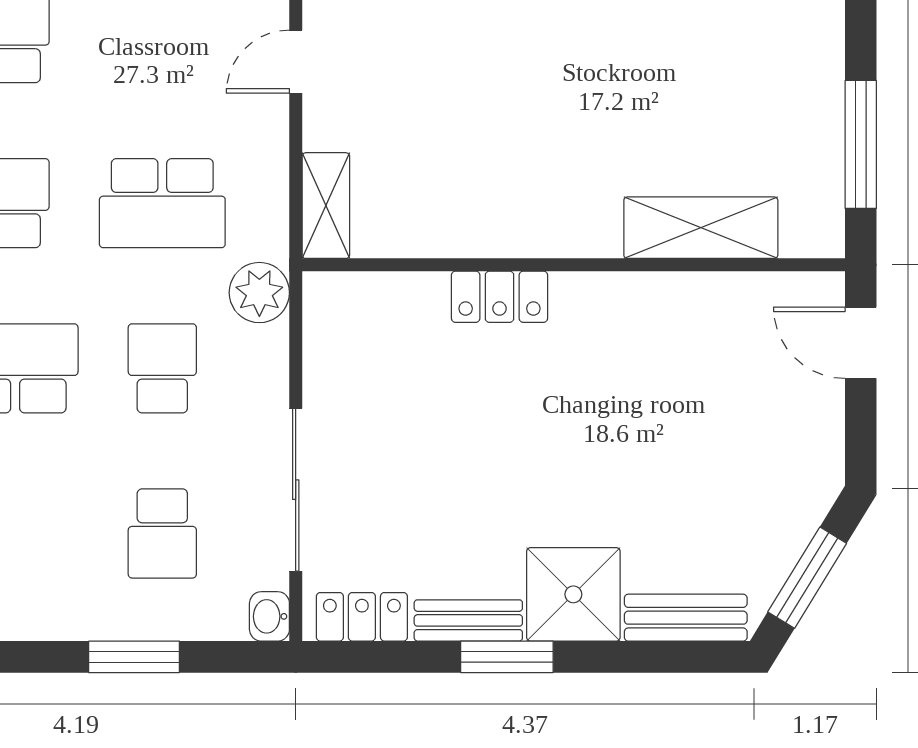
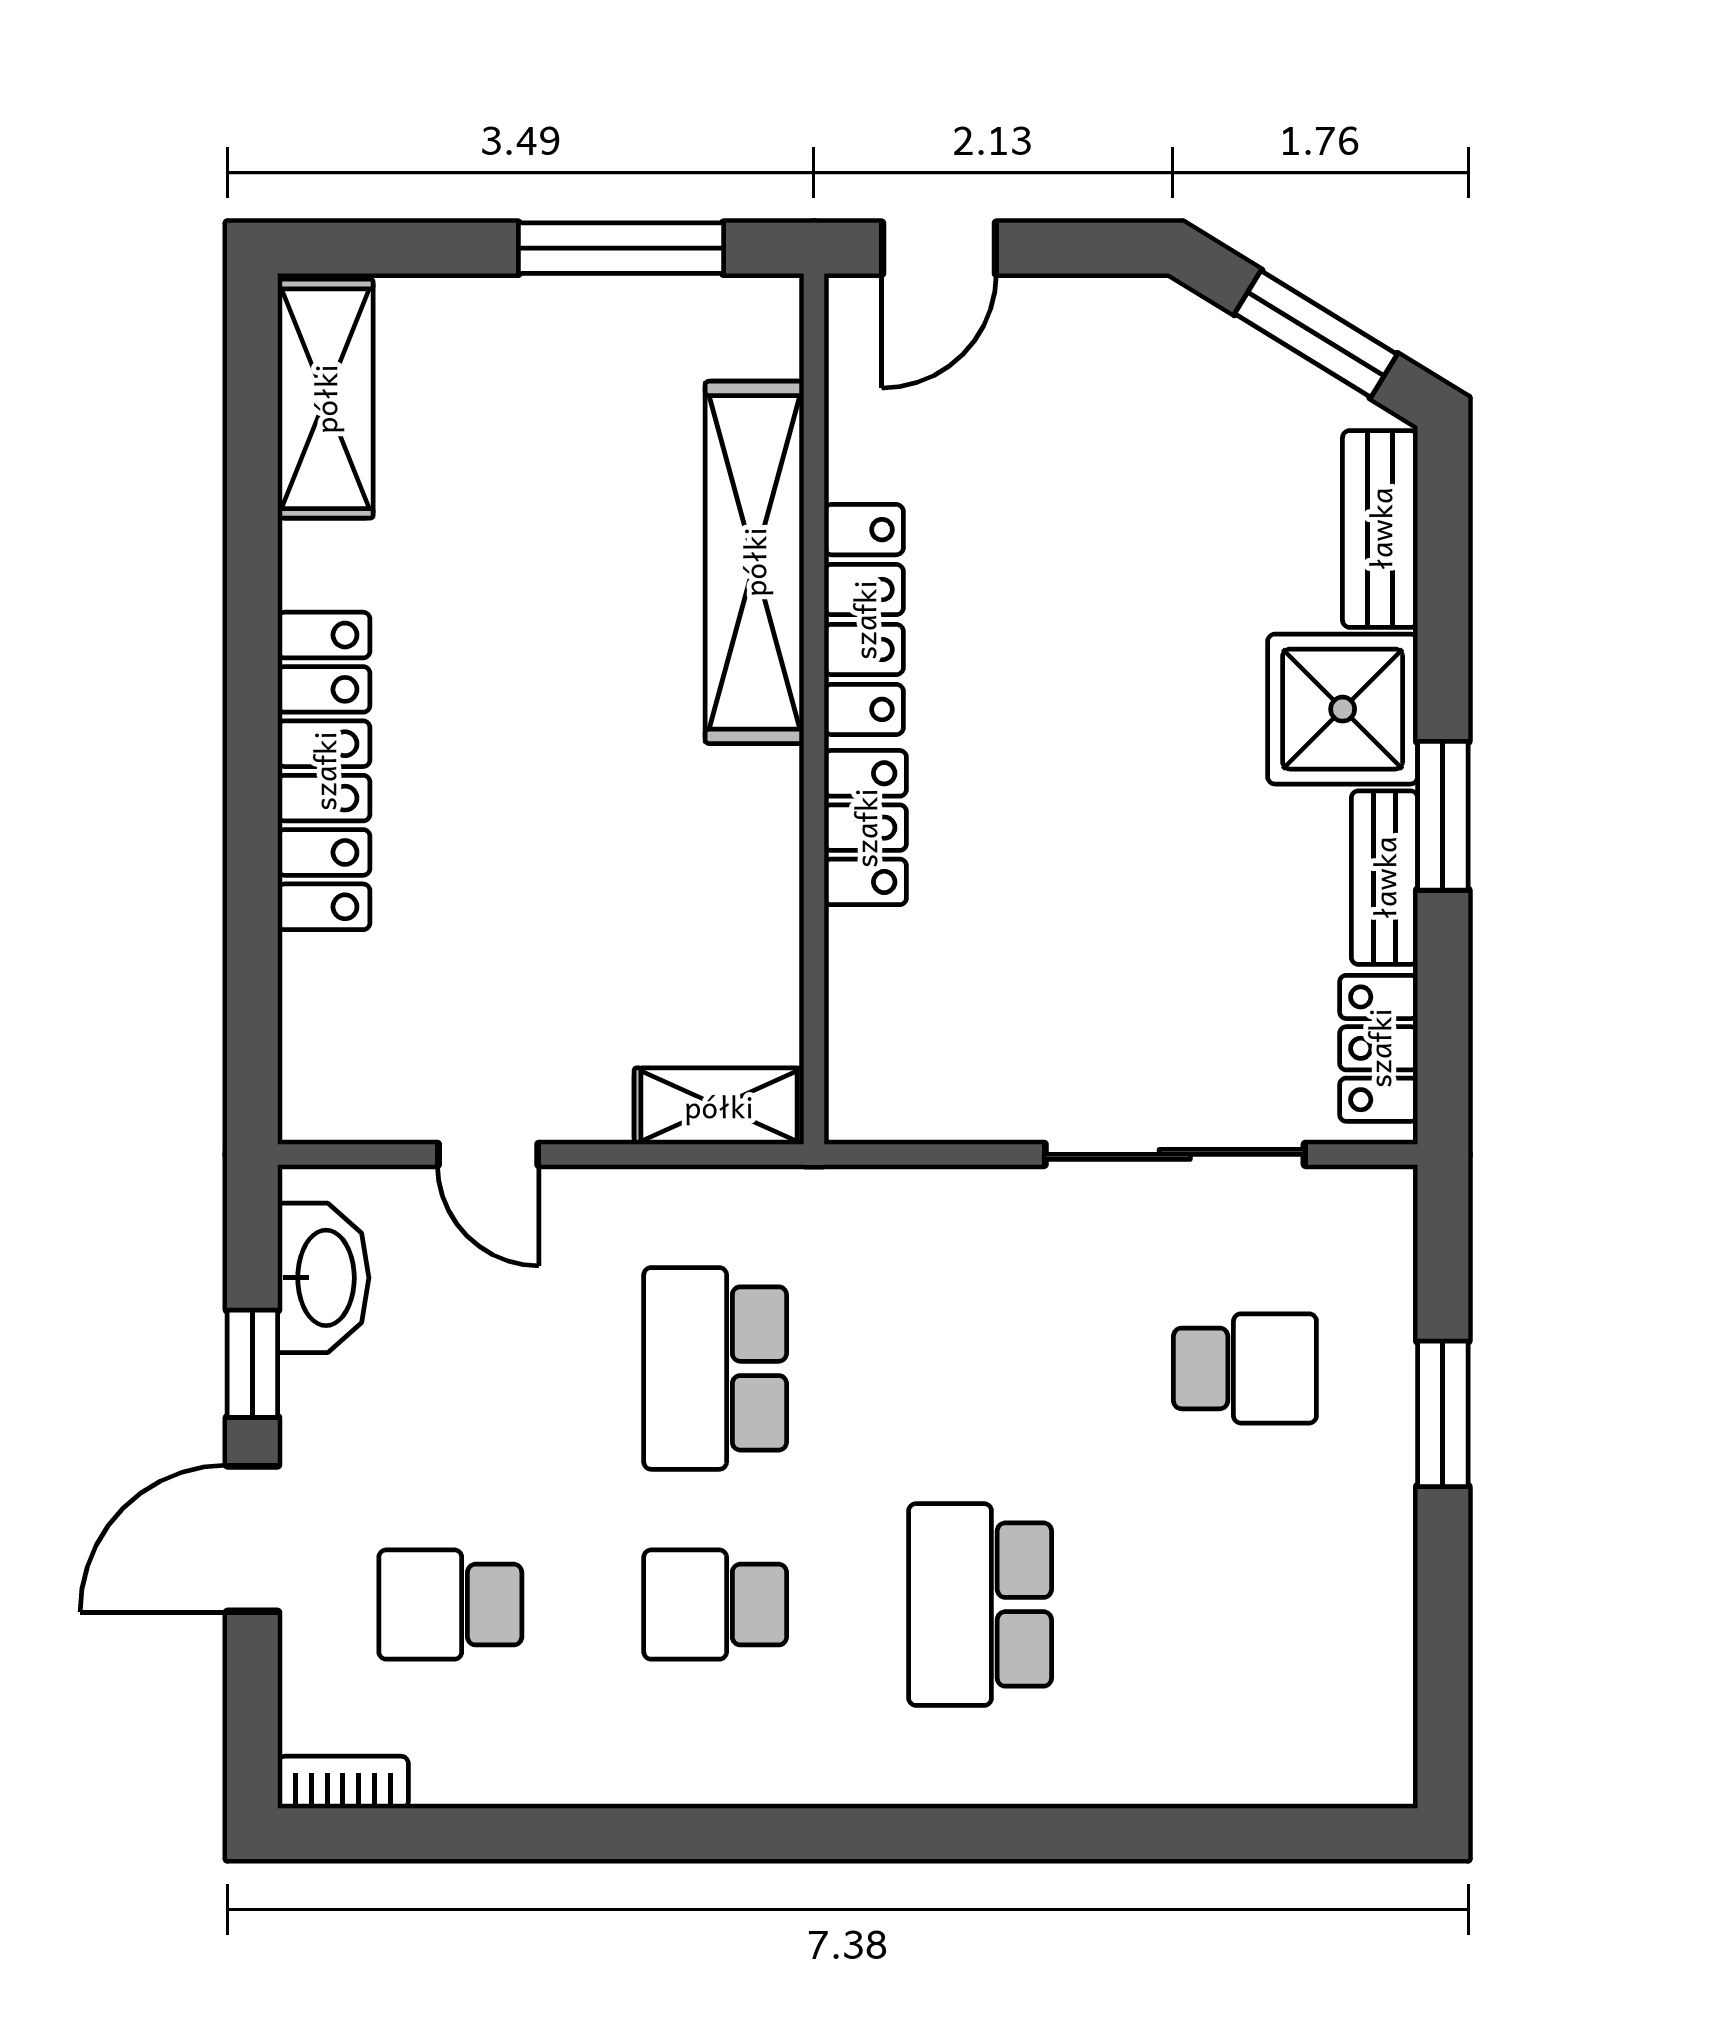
school desk: (162, 203) -> (715, 1368), turned 180
shelving: (701, 228) -> (754, 562), width x1.47
plant: (259, 293) -> (859, 1213), removed
locker: (629, 296) -> (864, 620), added
school desk: (162, 368) -> (980, 1368), removed
washbasin: (269, 616) -> (1378, 1197), removed

